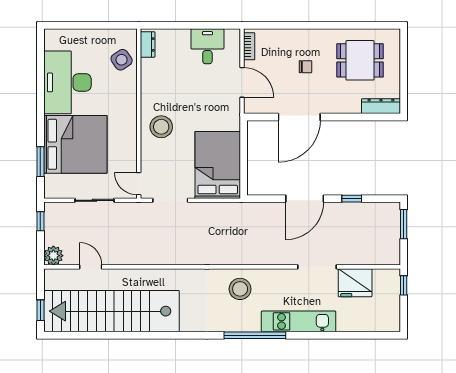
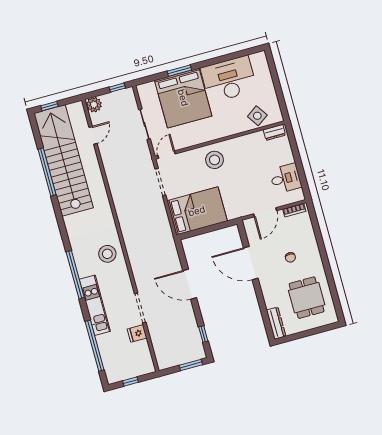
window: (40, 162) -> (179, 71), moved
window: (352, 199) -> (203, 334), moved
fridge: (355, 283) -> (137, 333), width x0.53, depth x0.75
window: (404, 285) -> (131, 381), moved
window: (120, 335) -> (47, 172), added
window: (348, 335) -> (95, 346), added

